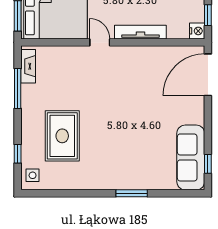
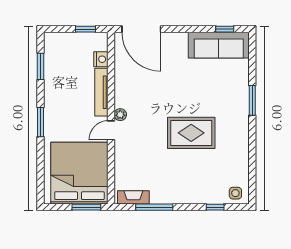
nightstand: (197, 31) -> (101, 59), moved, turned 90
plant: (117, 52) -> (120, 115), added
rug: (62, 136) -> (191, 133), moved

